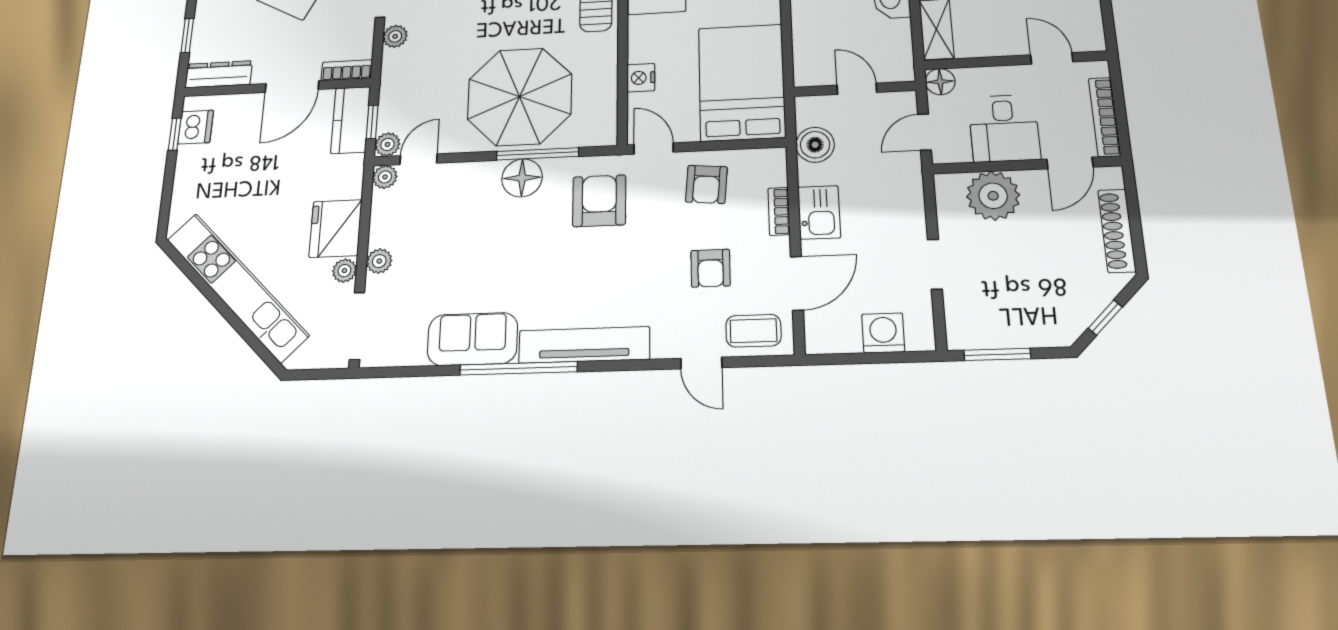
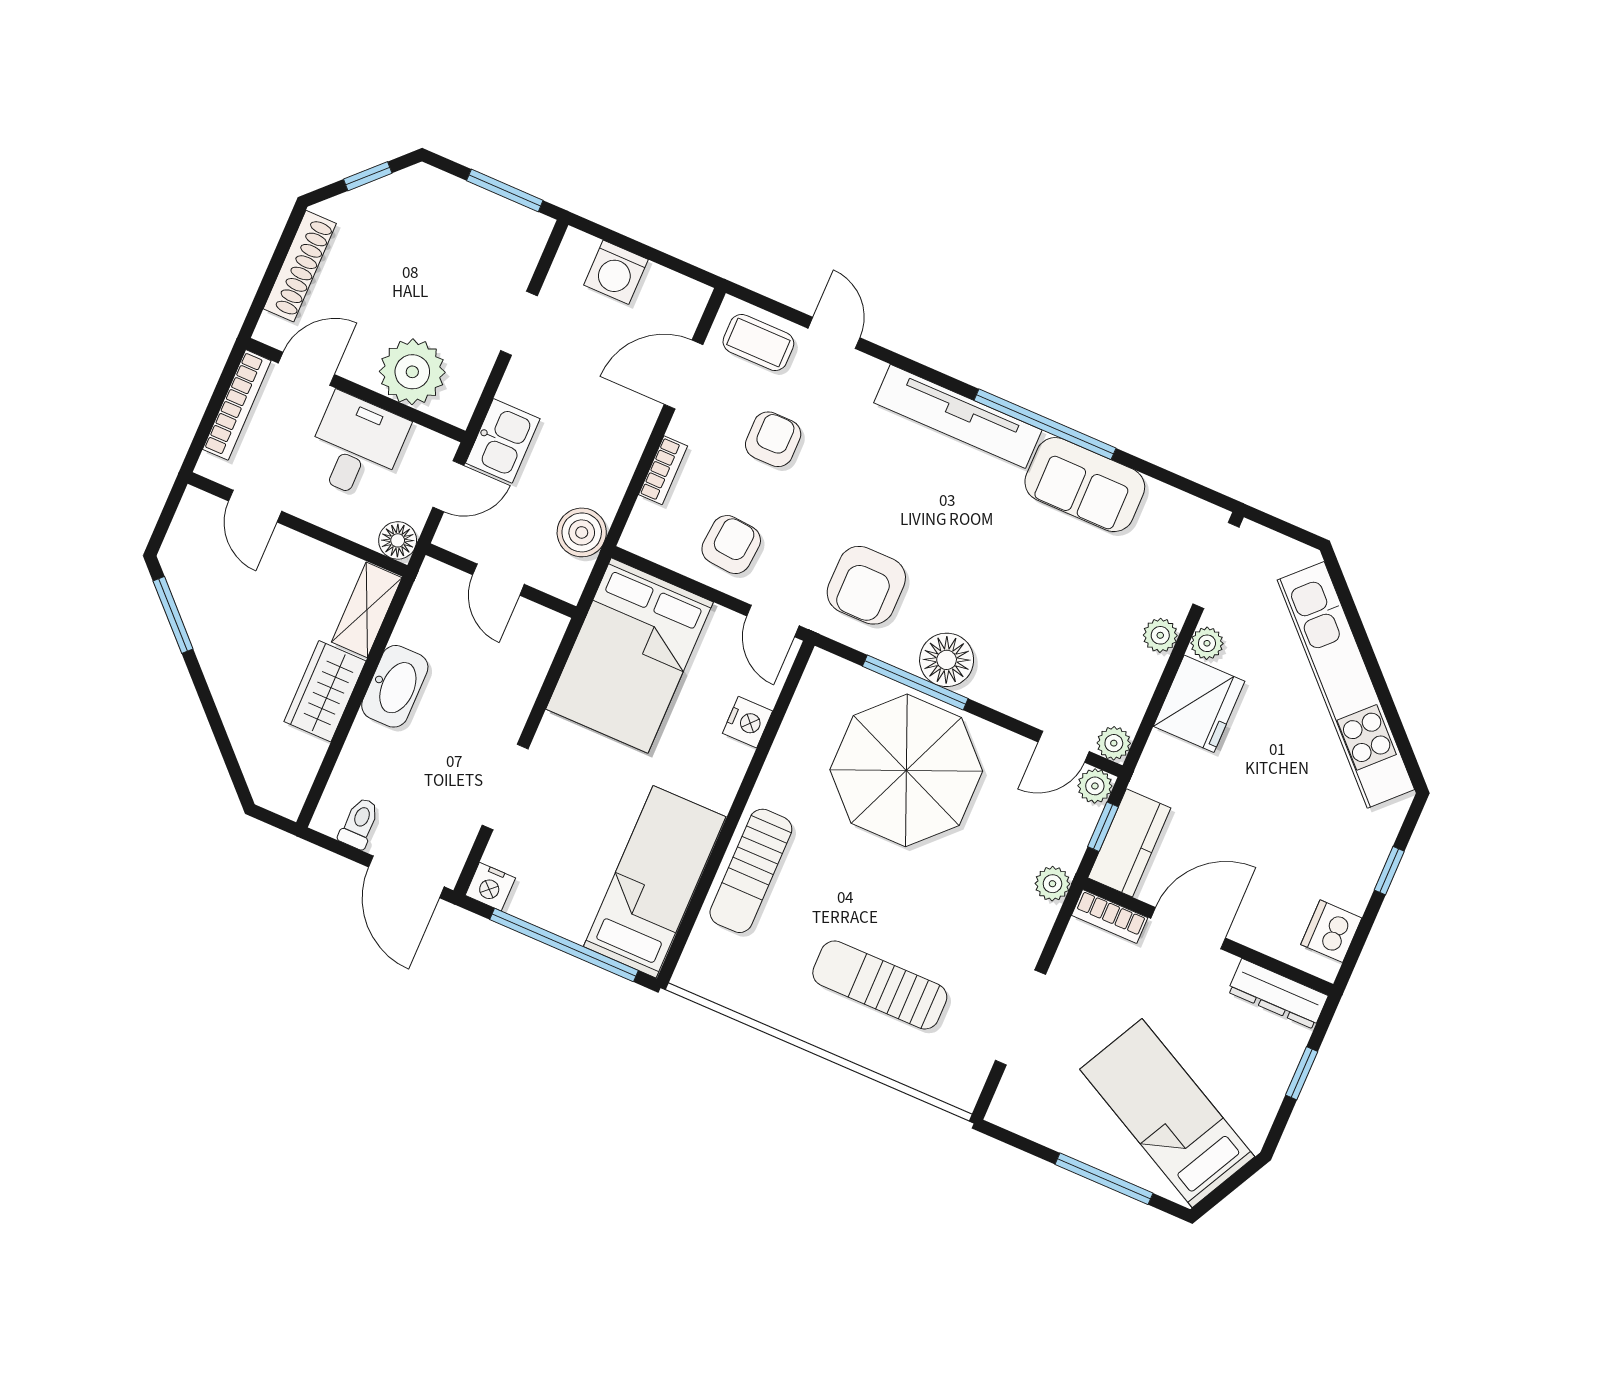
plant: (395, 36) -> (1052, 884), moved
window: (175, 134) -> (1389, 871), moved
kitchen sink: (819, 212) -> (503, 441), moved, turned 180

